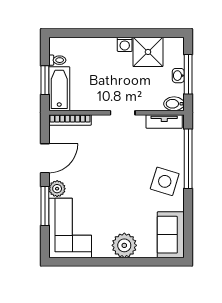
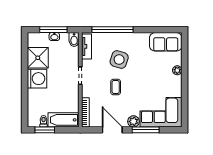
washing machine: (125, 44) -> (37, 79), width x1.89, depth x1.89
window: (45, 80) -> (45, 130), moved
coffee table: (106, 163) -> (116, 87), added
side table: (165, 181) -> (119, 60), moved
plant: (124, 245) -> (177, 70), width x0.53, depth x0.53

